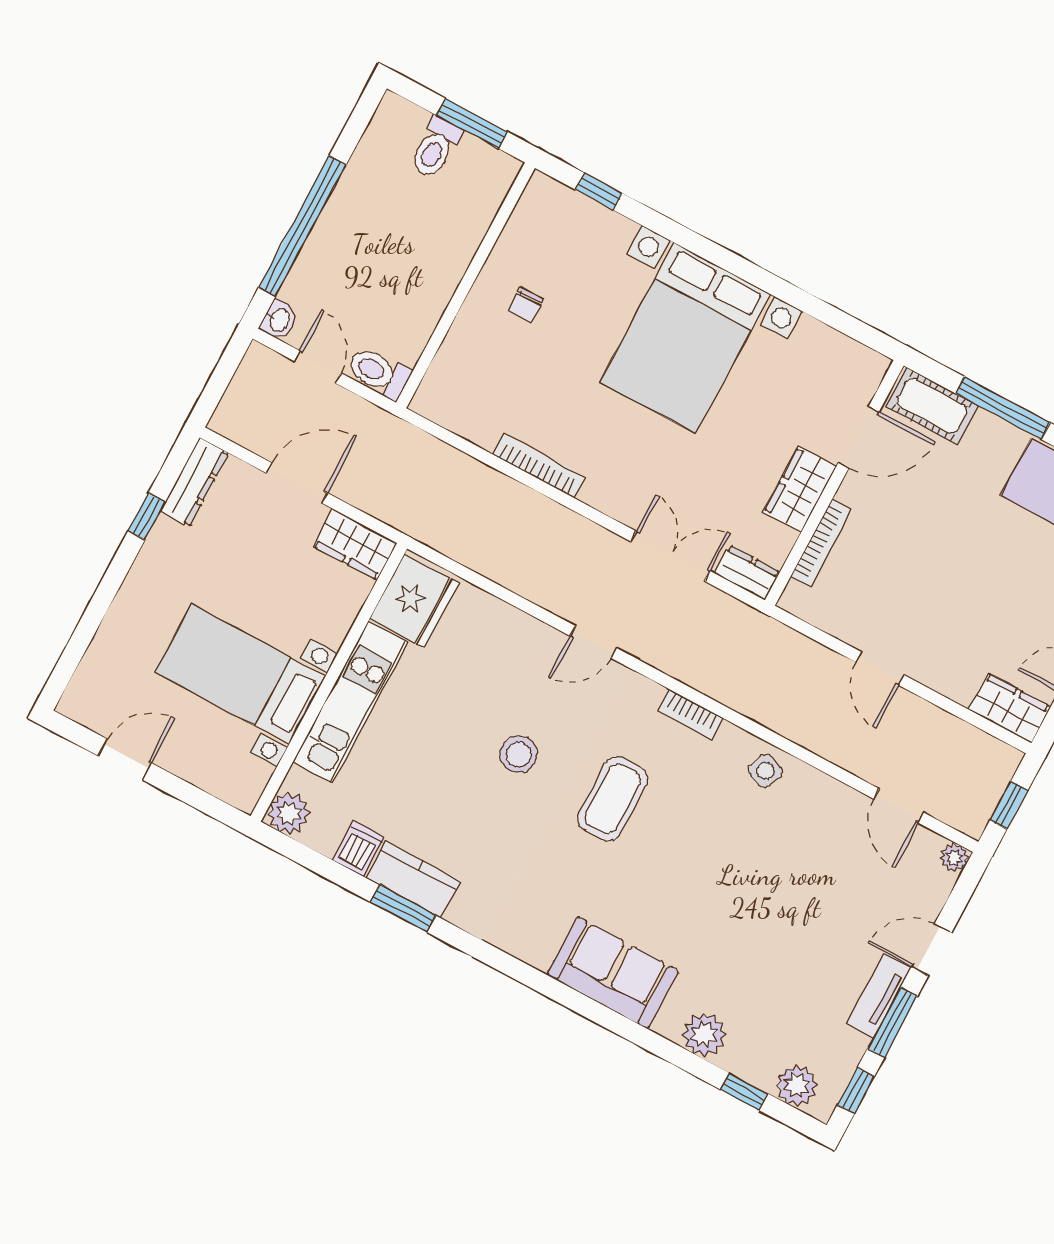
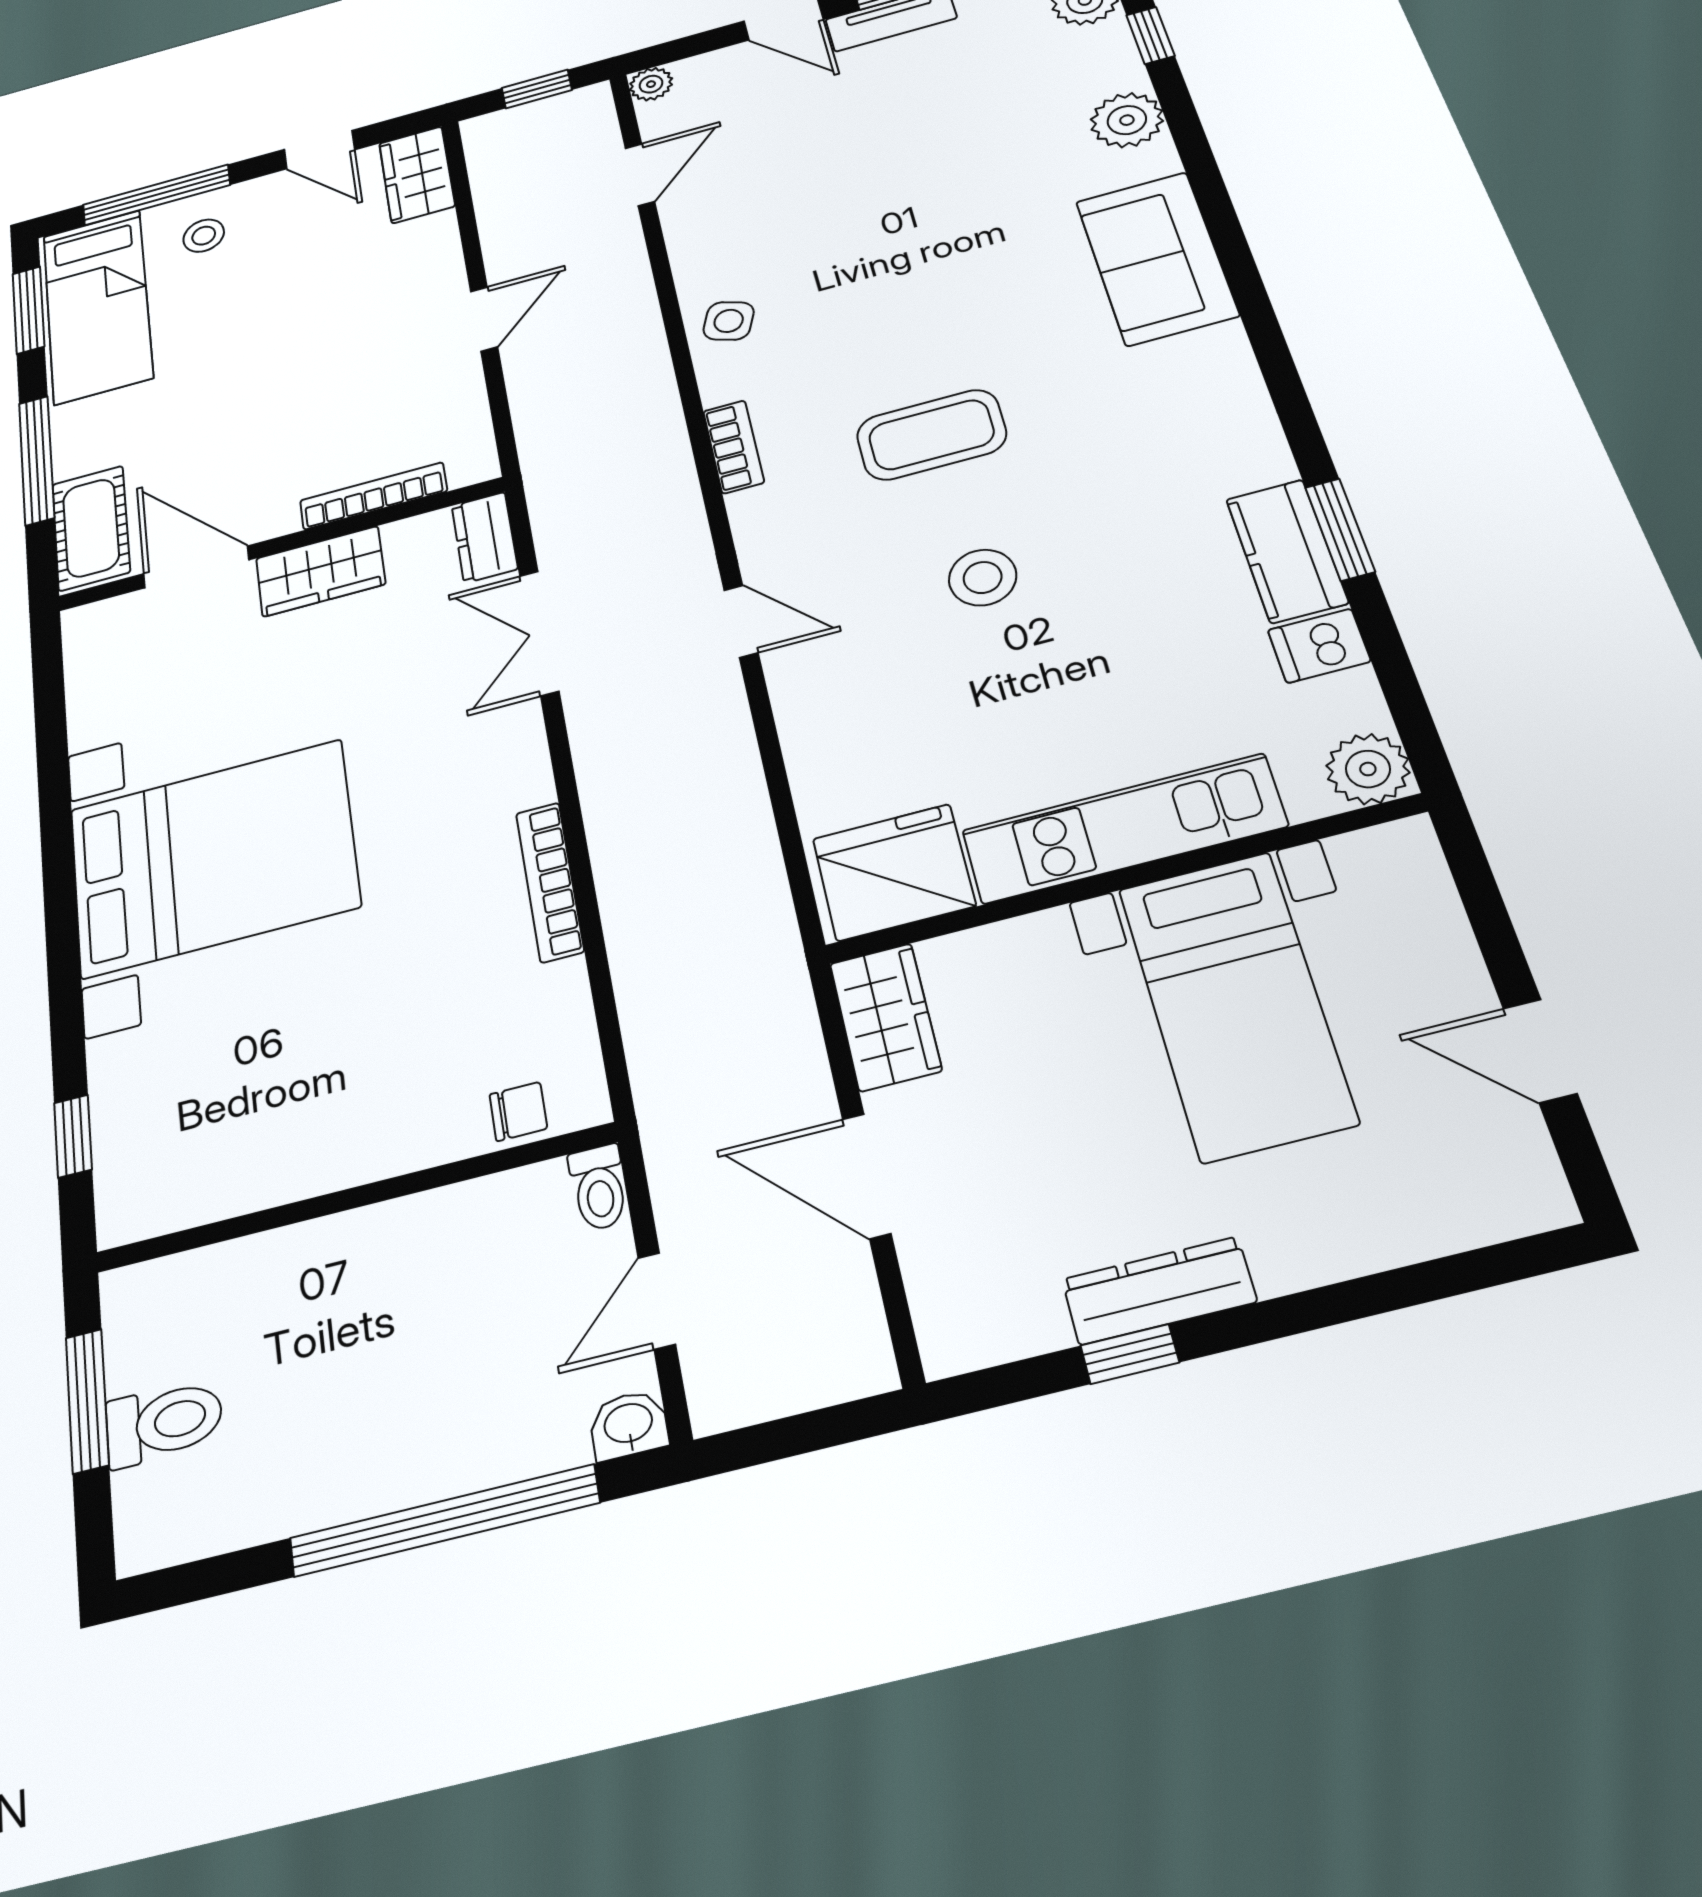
chair: (526, 305) -> (518, 1111), moved
toilet: (379, 373) -> (599, 1188), width x0.73, depth x0.72
dresser: (194, 482) -> (1159, 1291), moved

